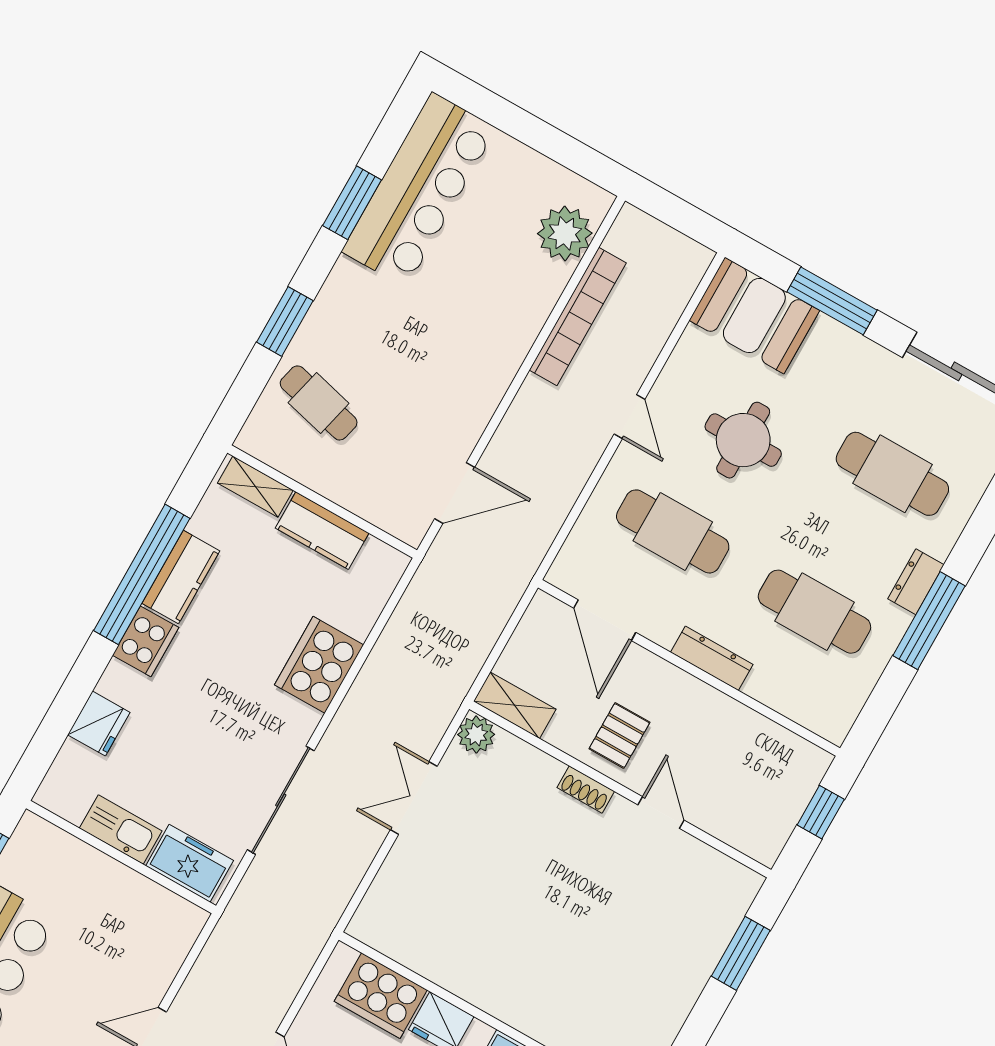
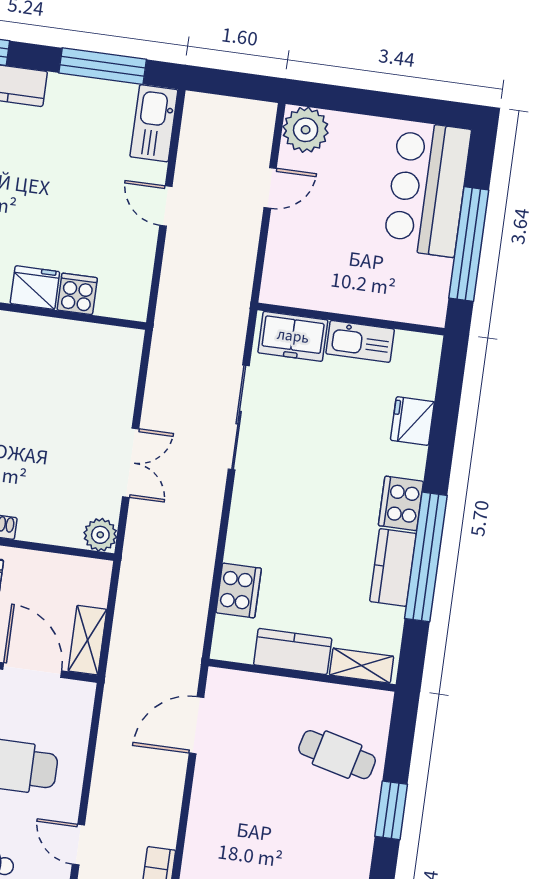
cooker: (319, 665) -> (239, 590), moved, width x0.73, depth x0.76
shelving: (515, 705) -> (87, 640), moved, turned 90
cooker: (381, 996) -> (77, 294), width x0.53, depth x0.76

